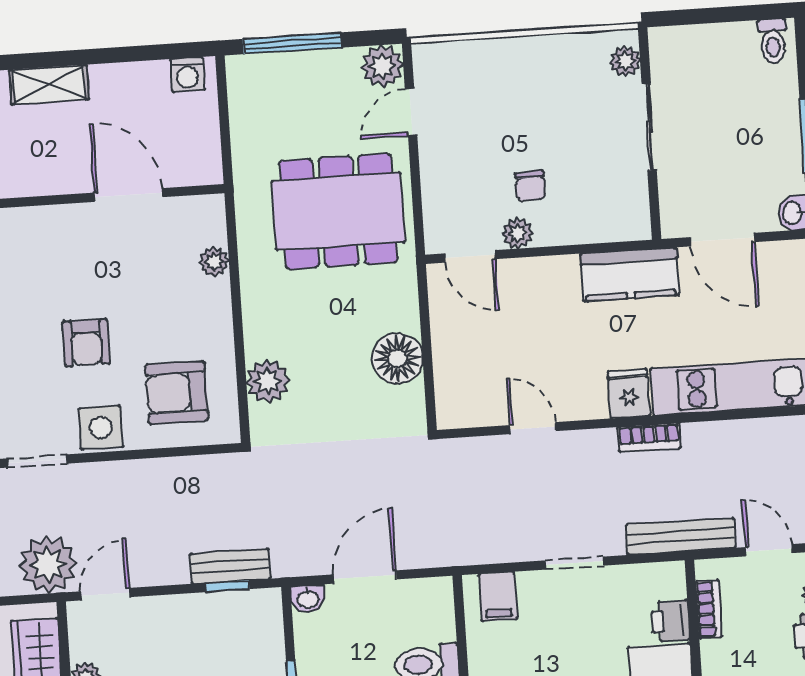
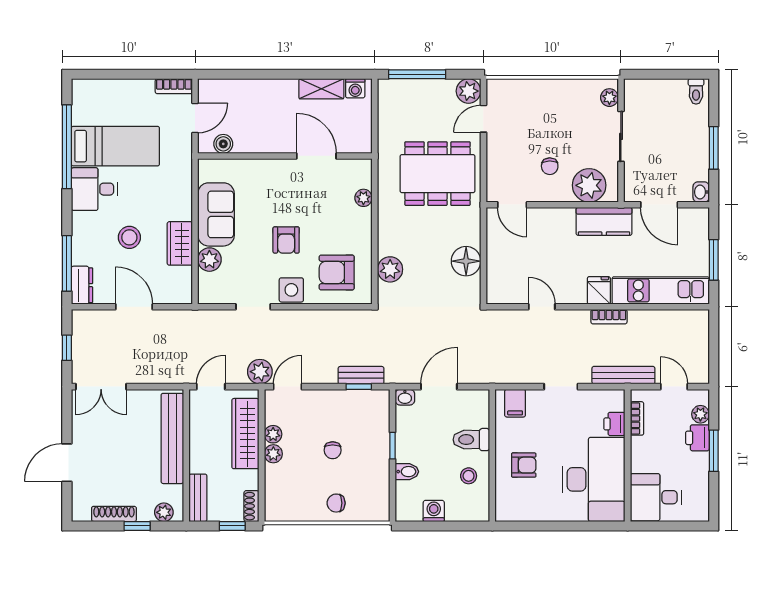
shelving: (49, 85) -> (321, 89), moved
plant: (518, 233) -> (589, 185), moved, width x1.87, depth x1.87
plant: (48, 564) -> (260, 372), width x0.73, depth x0.73

